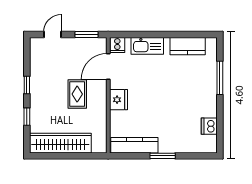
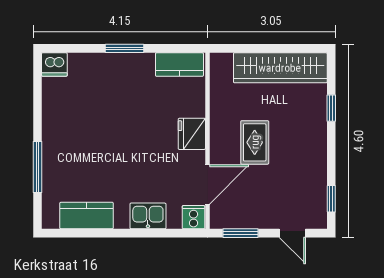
door: (52, 35) -> (292, 233), hinge flipped
kitchen sink: (147, 46) -> (148, 216), width x0.73
window: (27, 85) -> (331, 199), moved
dishwasher: (209, 126) -> (54, 64), moved, turned 90
kitchen counter: (134, 145) -> (179, 65), width x0.67

